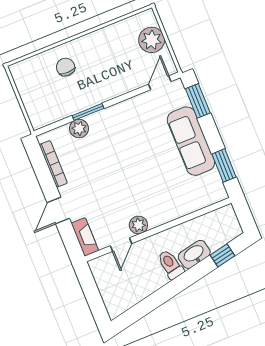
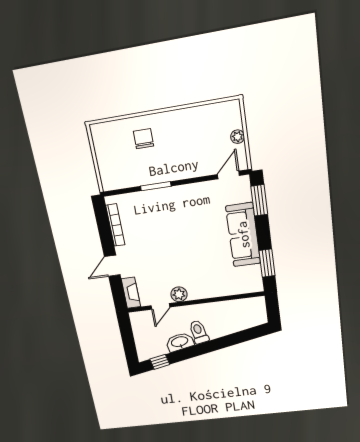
plant: (152, 40) -> (238, 137), width x0.53, depth x0.53
plant: (79, 129) -> (144, 199), removed
washbasin: (194, 254) -> (180, 342), moved
window: (222, 255) -> (160, 362), moved

